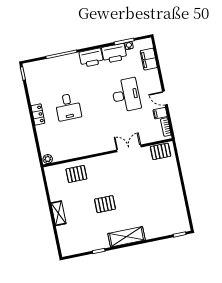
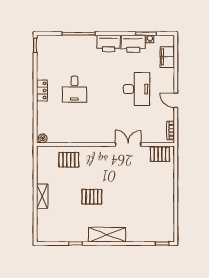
filing cabinet: (160, 113) -> (168, 115), removed

